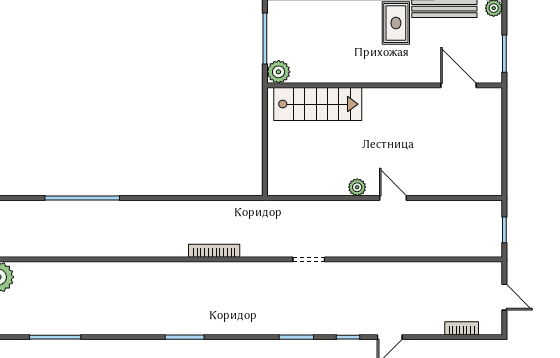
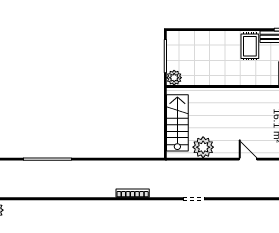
stairs: (318, 104) -> (177, 123), moved, turned -90
plant: (357, 187) -> (203, 147), moved, width x1.87, depth x1.87

